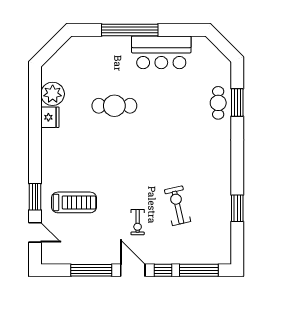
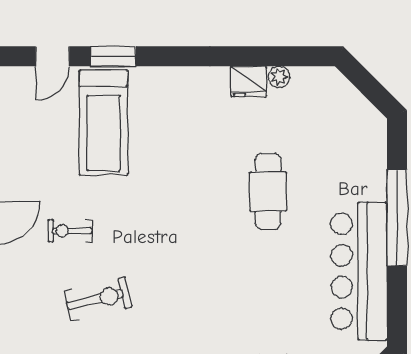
bar counter: (161, 52) -> (359, 271), width x1.36
plant: (53, 94) -> (279, 77), width x0.53, depth x0.53
treadmill: (74, 202) -> (103, 123), width x1.37, depth x1.38

